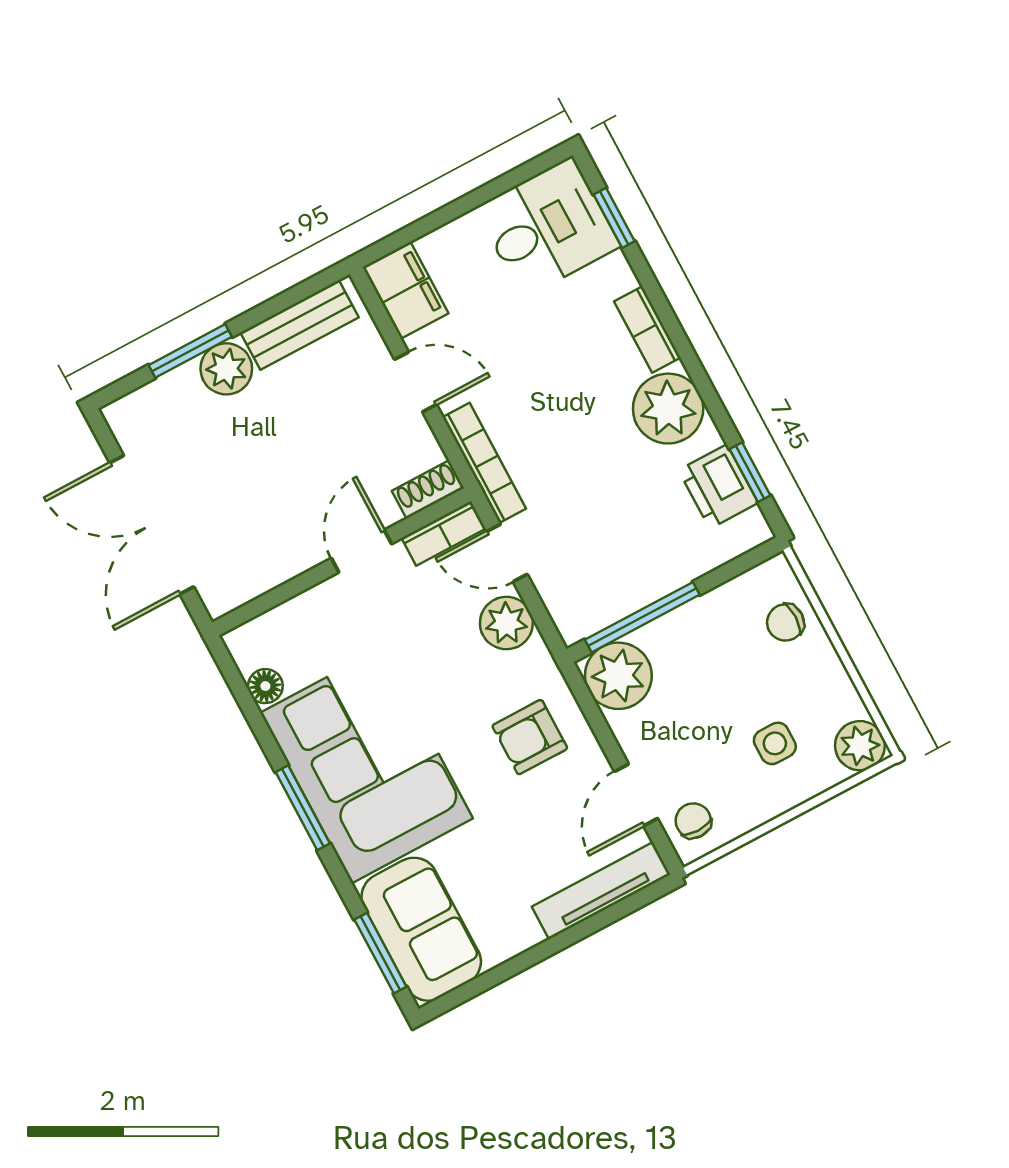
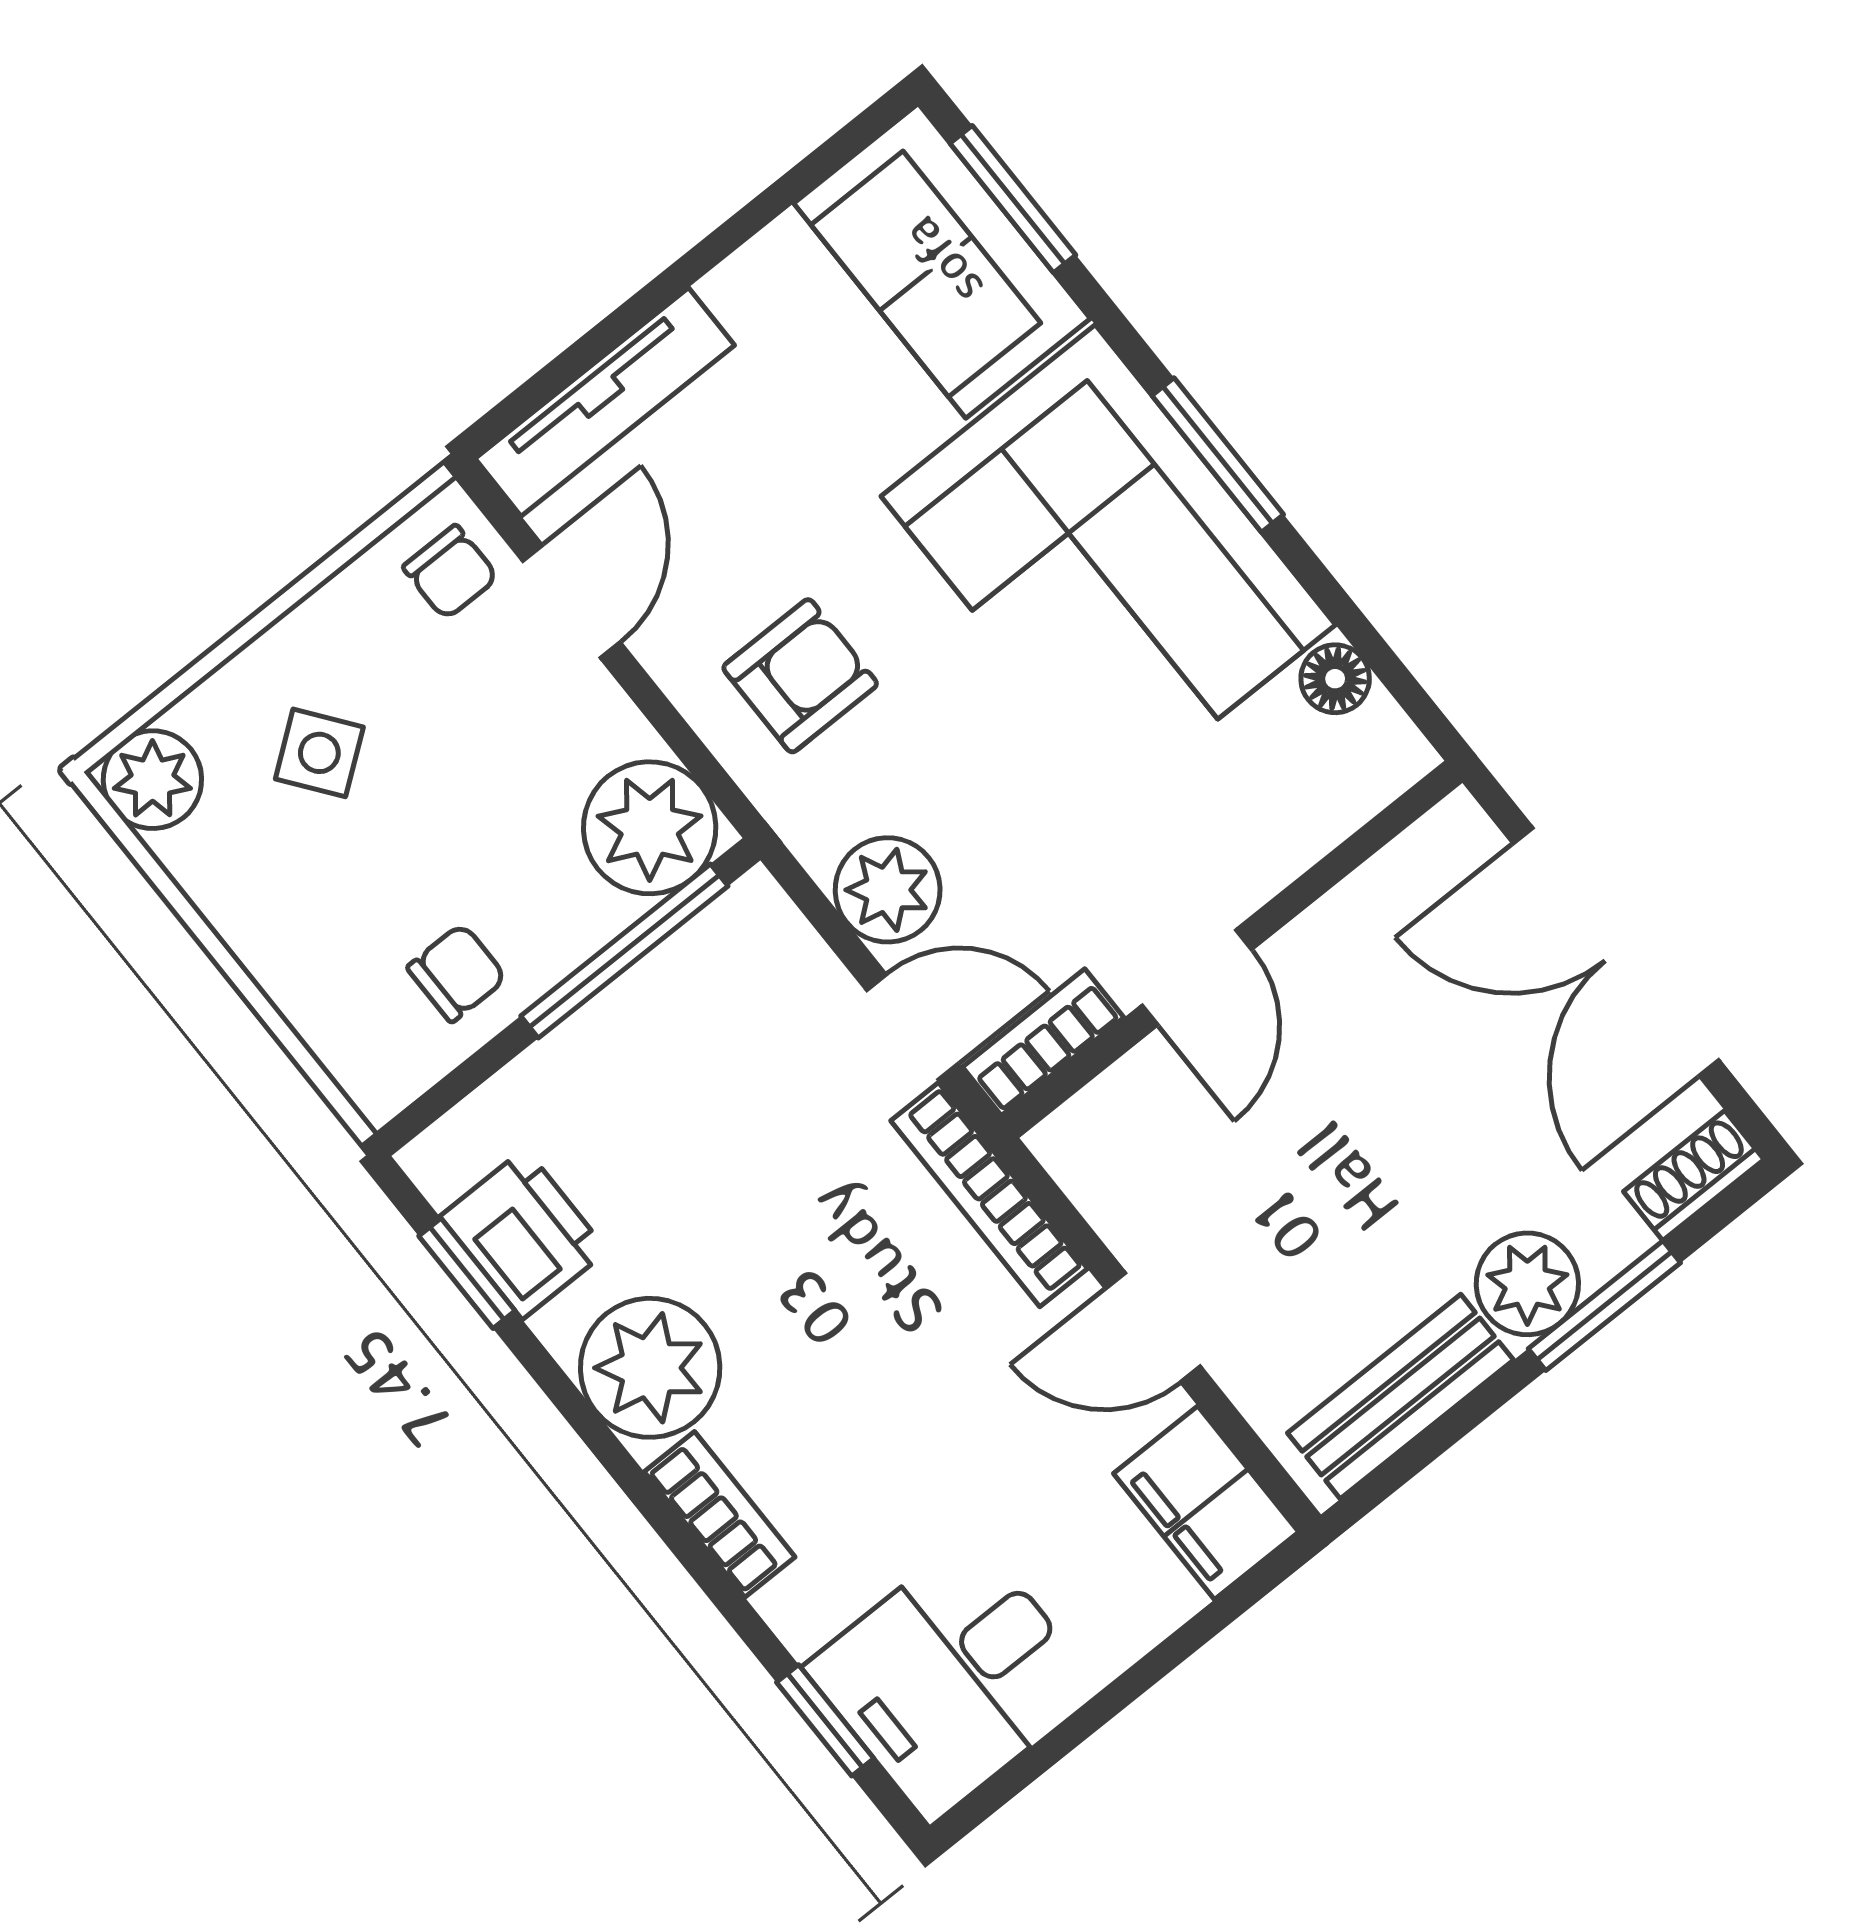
shoe rack: (428, 490) -> (1694, 1175), moved, turned 180
double door: (152, 525) -> (1616, 952), swing flipped
chair: (785, 622) -> (457, 973), moved
side table: (775, 743) -> (319, 753), turned -37

